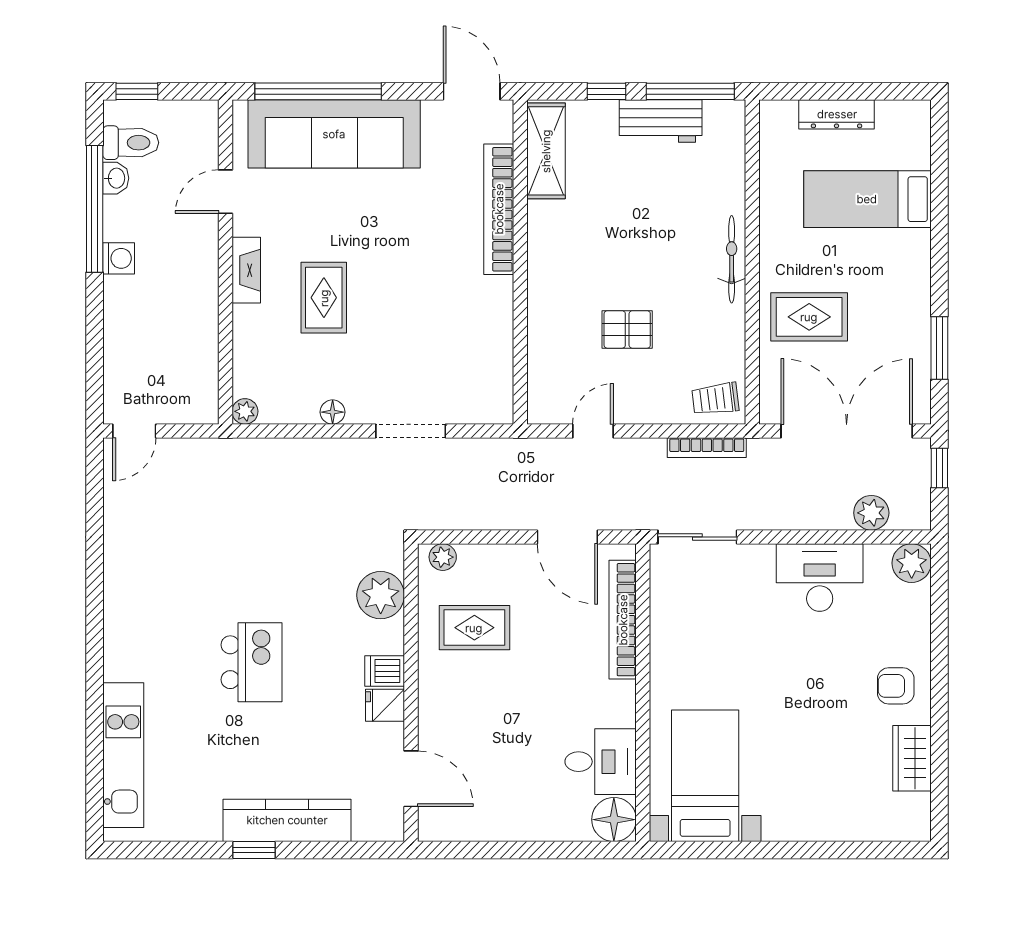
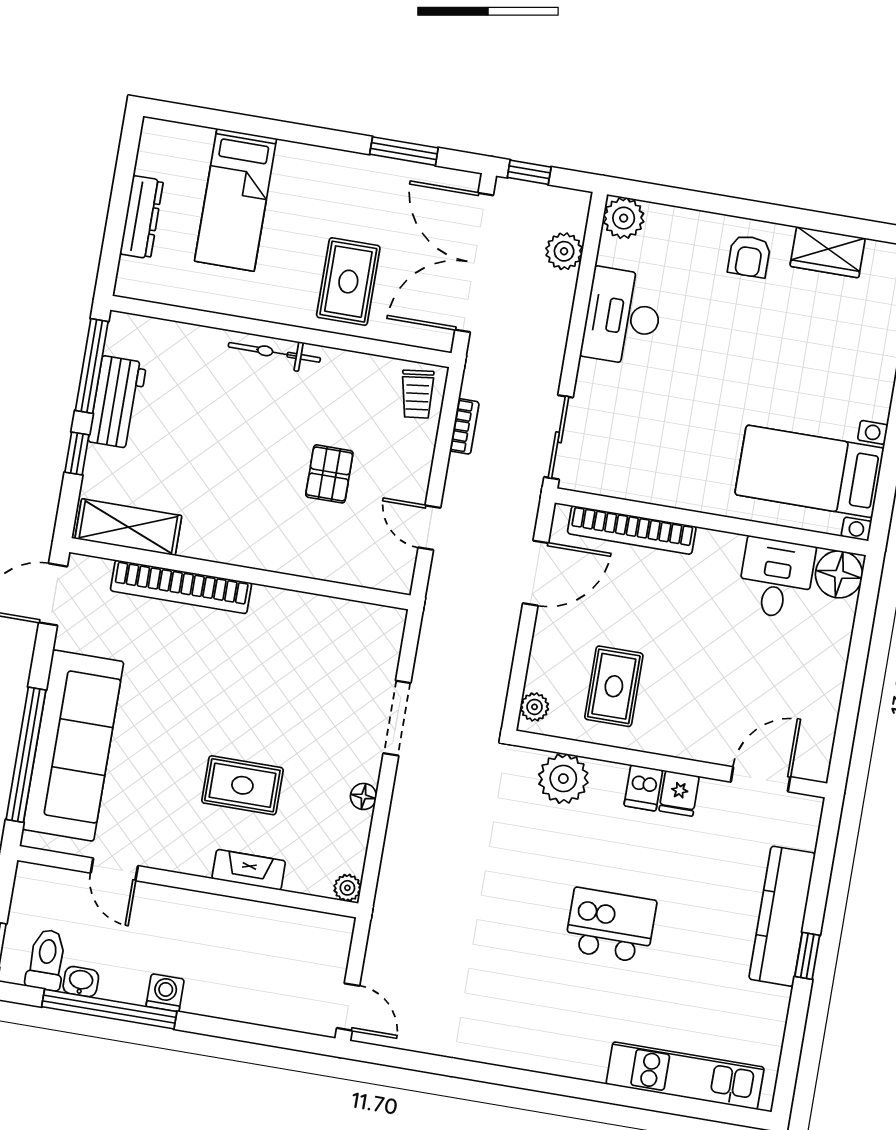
fireplace: (246, 270) -> (249, 870), moved
bookcase: (707, 448) -> (464, 426), width x0.64

